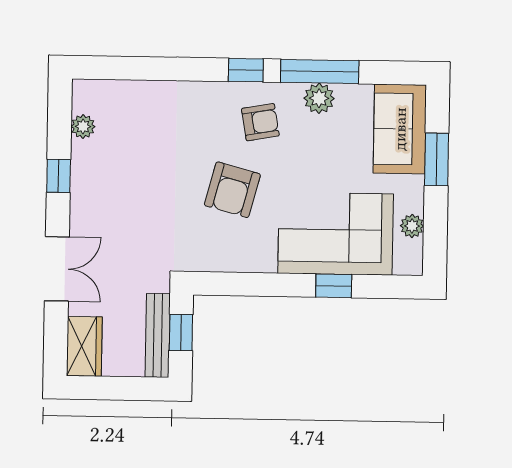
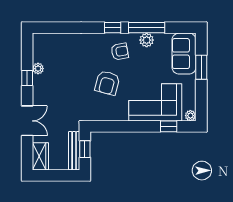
plant: (83, 126) -> (38, 69), moved
plant: (412, 226) -> (190, 116), moved
window: (334, 286) -> (169, 126), moved

